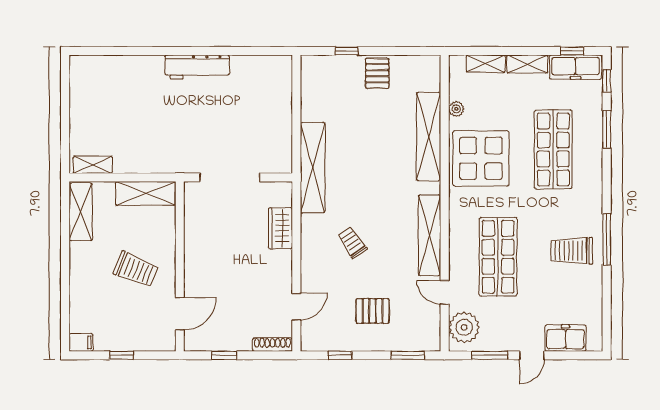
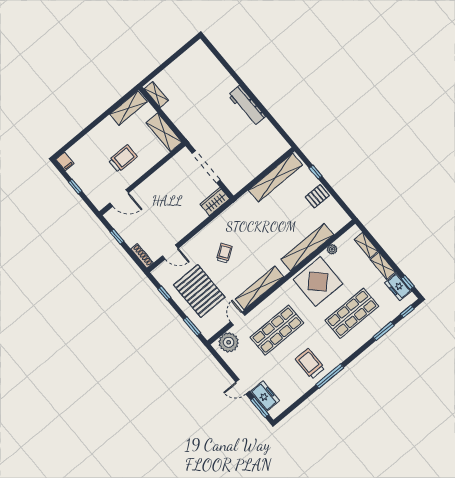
freezer: (576, 67) -> (398, 287), width x0.71
shelving: (313, 168) -> (275, 178), moved
wardrobe: (280, 228) -> (215, 202), moved
trolley: (136, 269) -> (123, 159), turned -112
pallet: (373, 311) -> (199, 291), width x2.05, depth x2.00
window: (490, 355) -> (260, 407), moved

